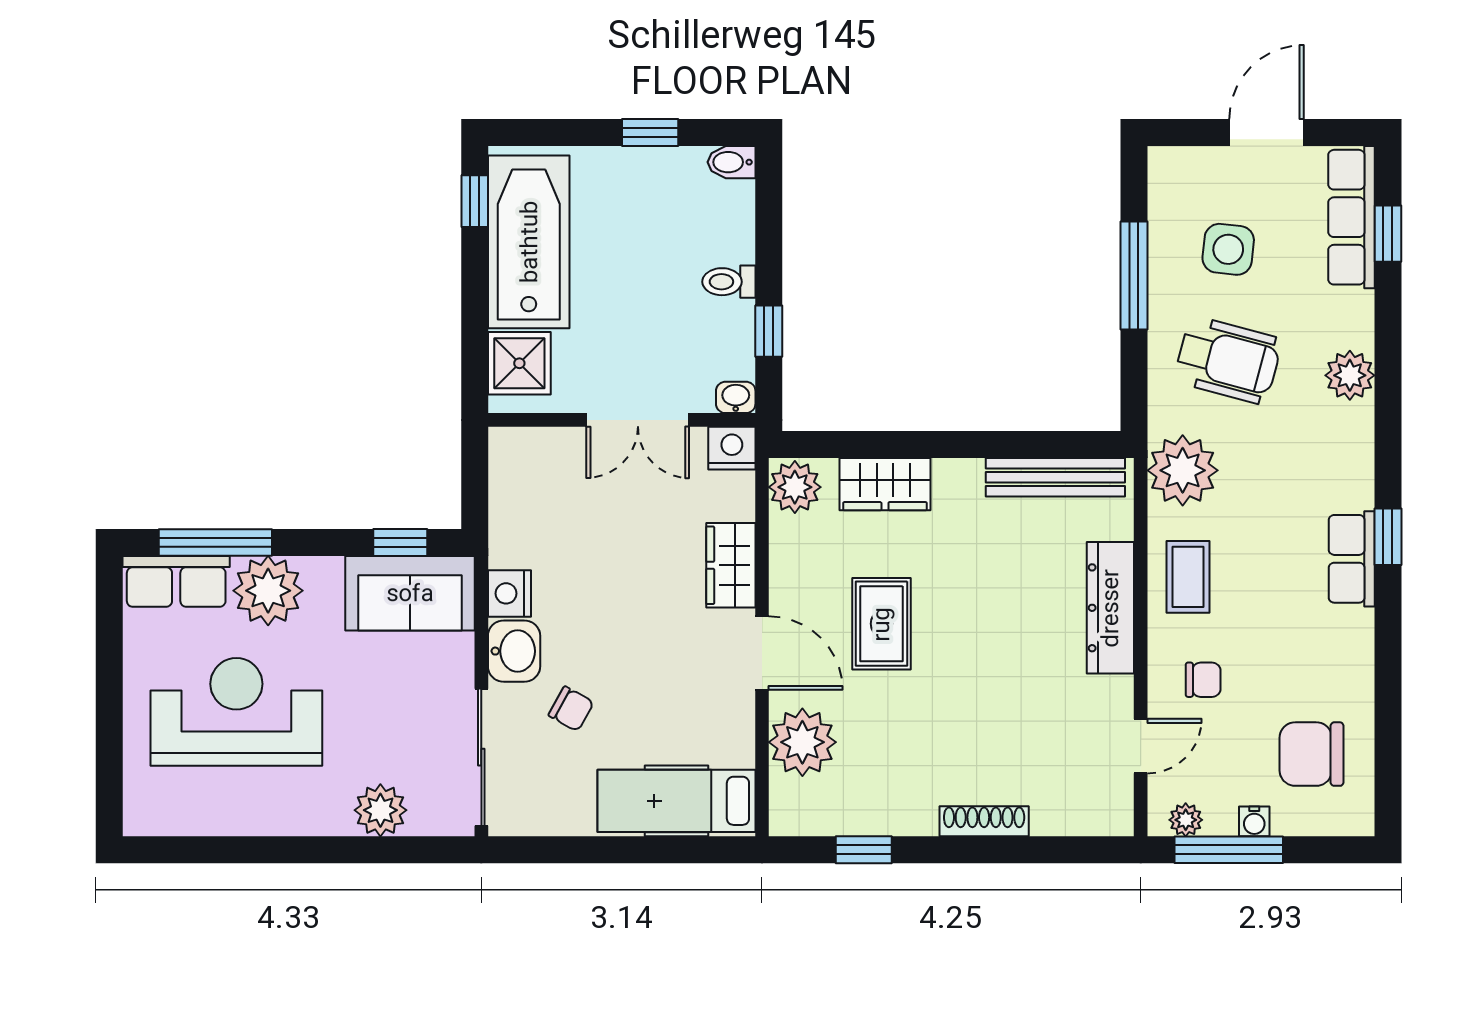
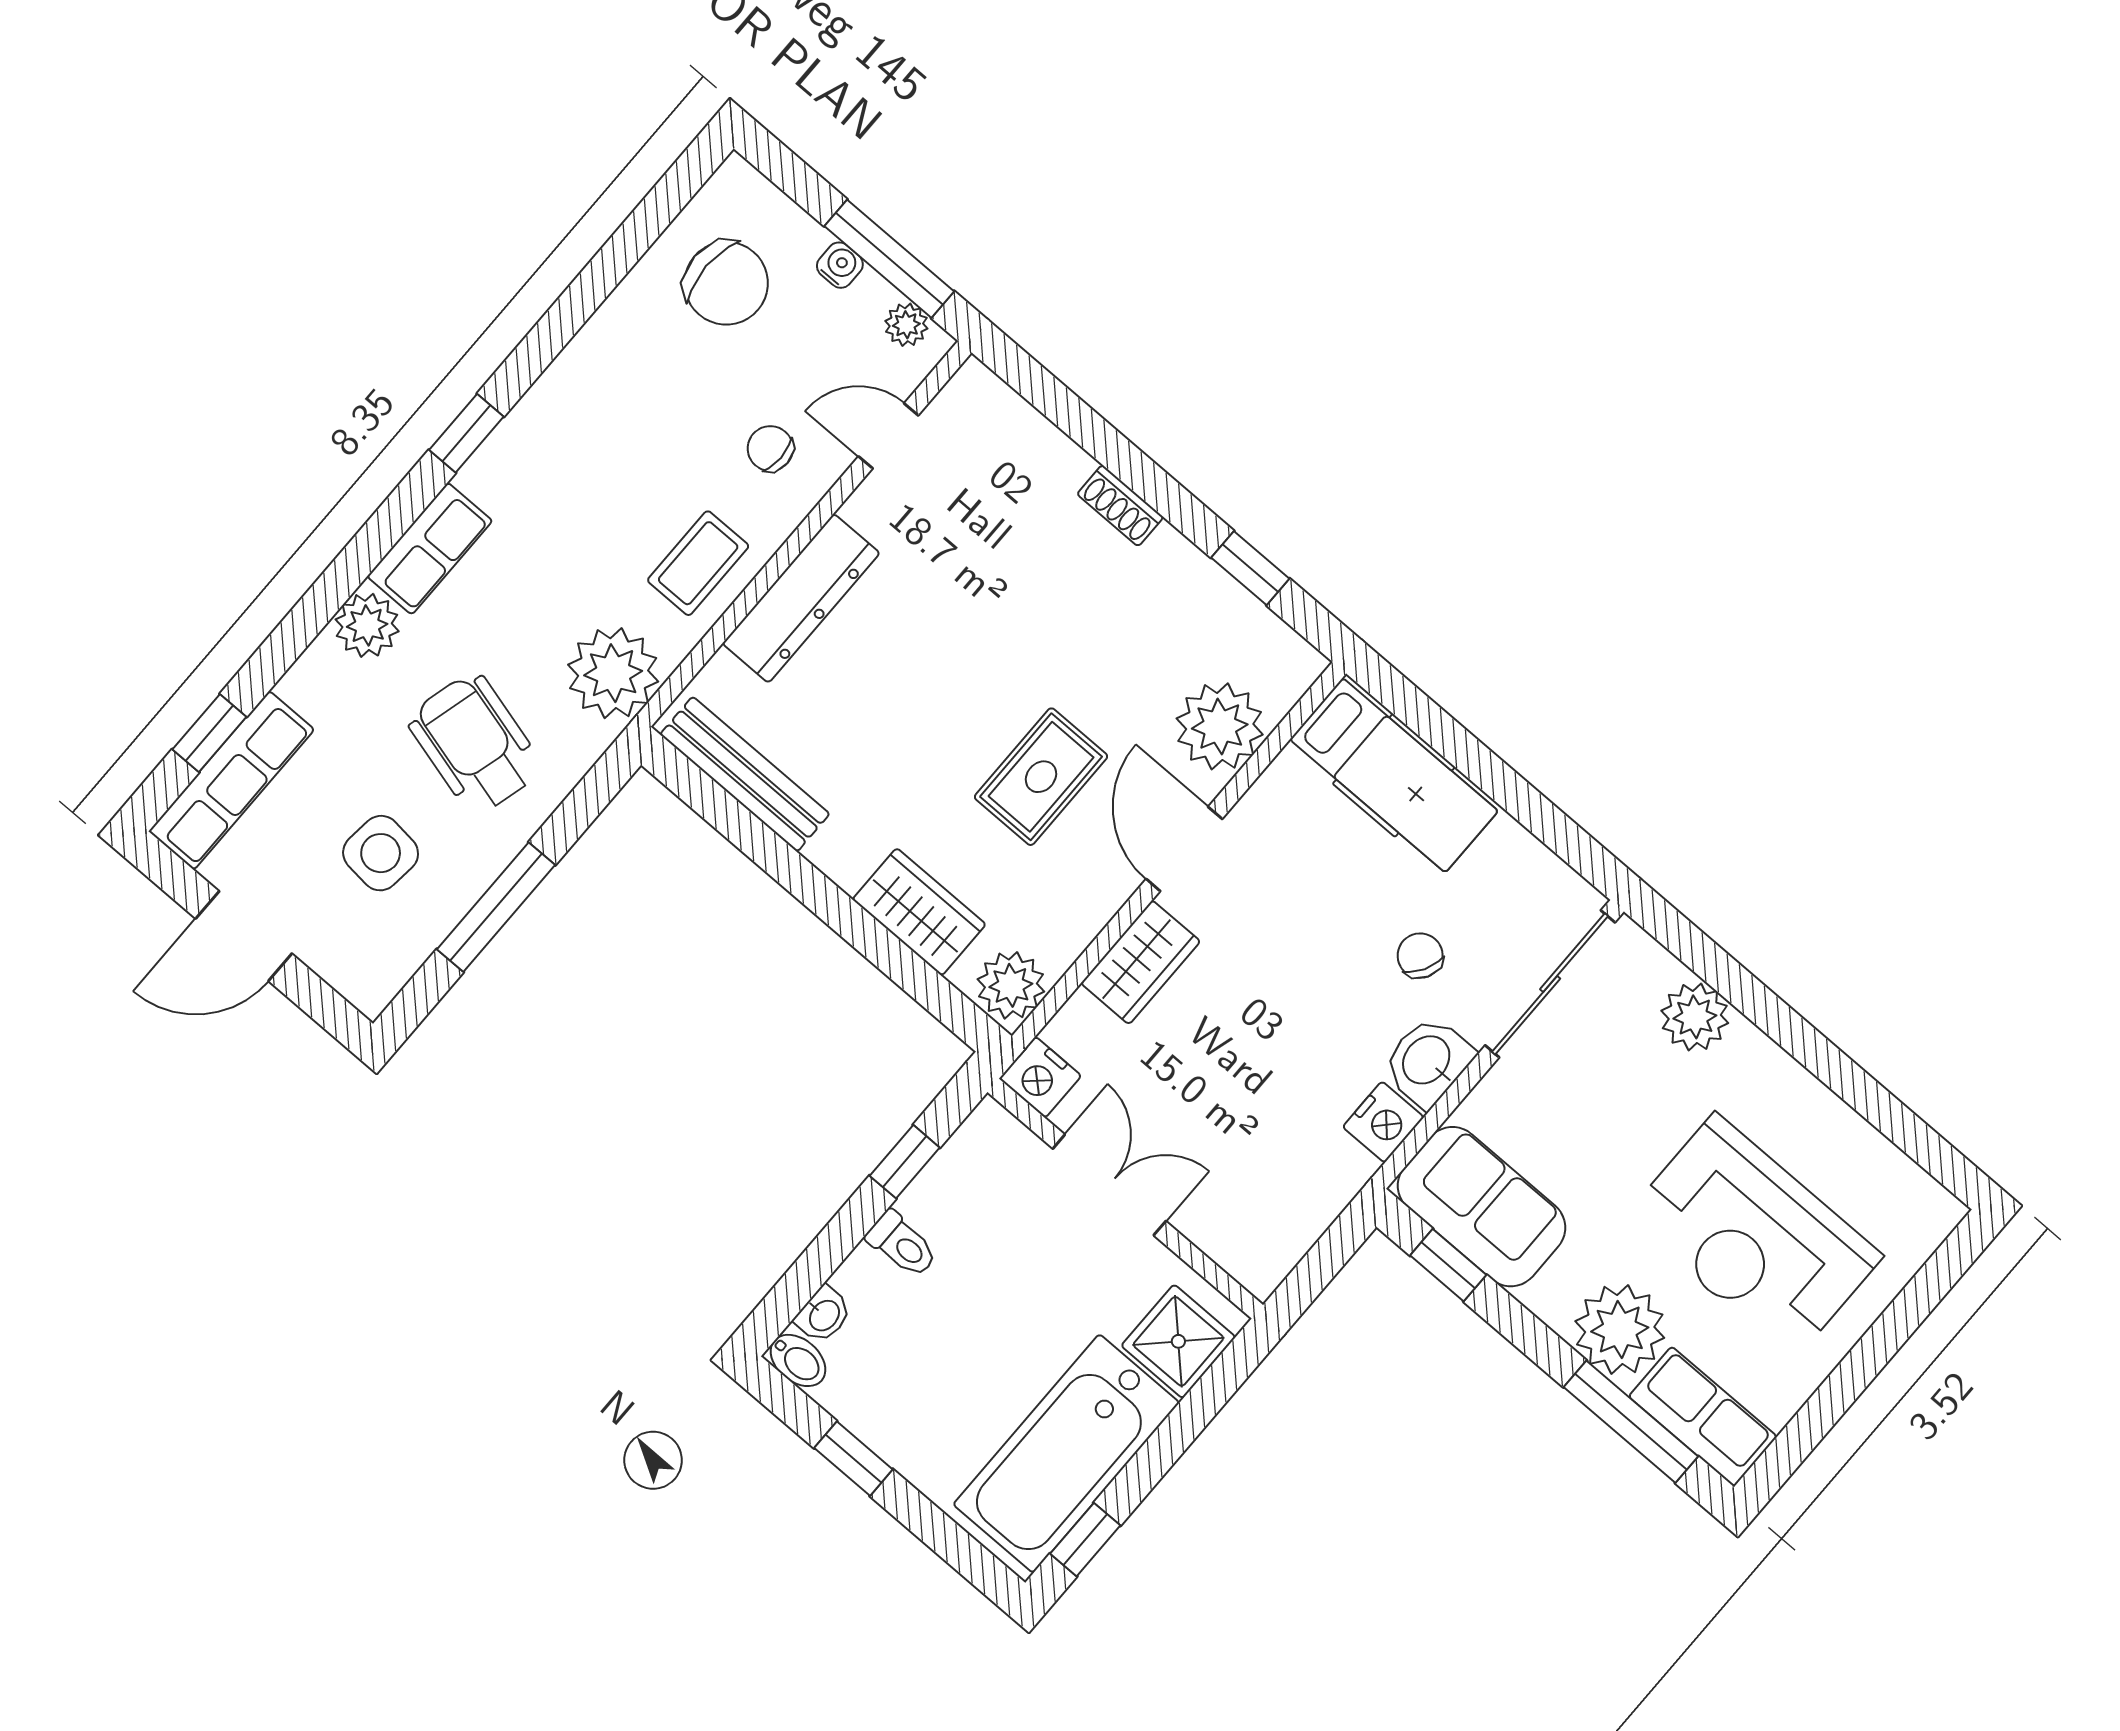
washbasin: (736, 397) -> (824, 1315), moved, turned -90
row of seats: (1352, 559) -> (430, 549), moved
shoe rack: (984, 821) -> (1120, 506), width x0.70

